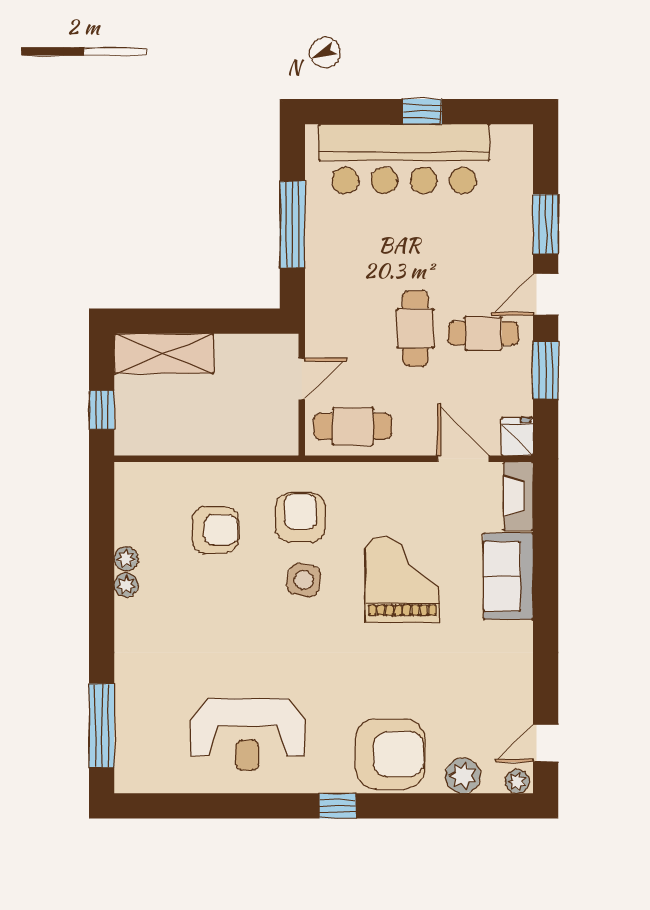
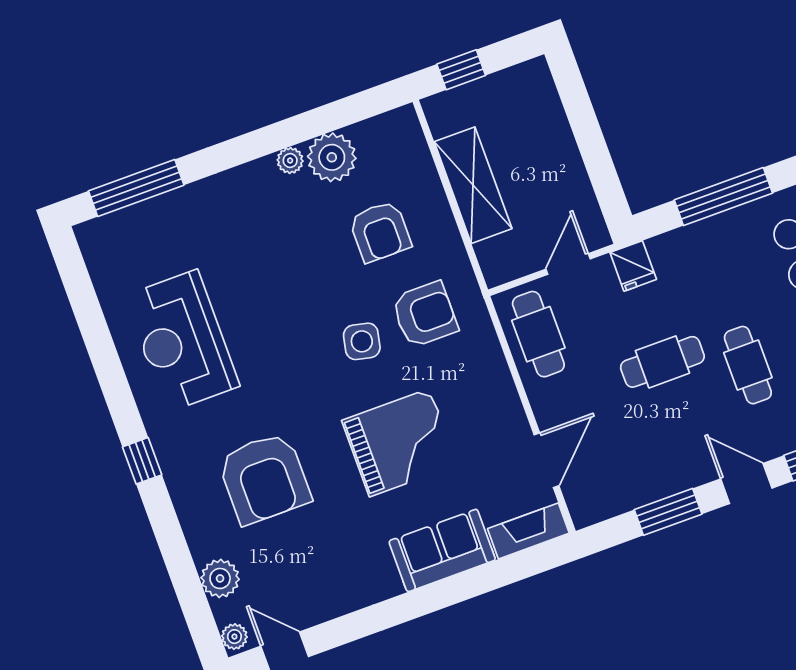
cafe table: (483, 333) -> (748, 365), moved
shelving: (164, 353) -> (473, 185), moved
door: (302, 379) -> (568, 264), swing flipped
fridge: (517, 437) -> (633, 266), moved, turned 90
plant: (126, 559) -> (332, 157), width x1.88, depth x1.88
armchair: (390, 754) -> (264, 478), moved

